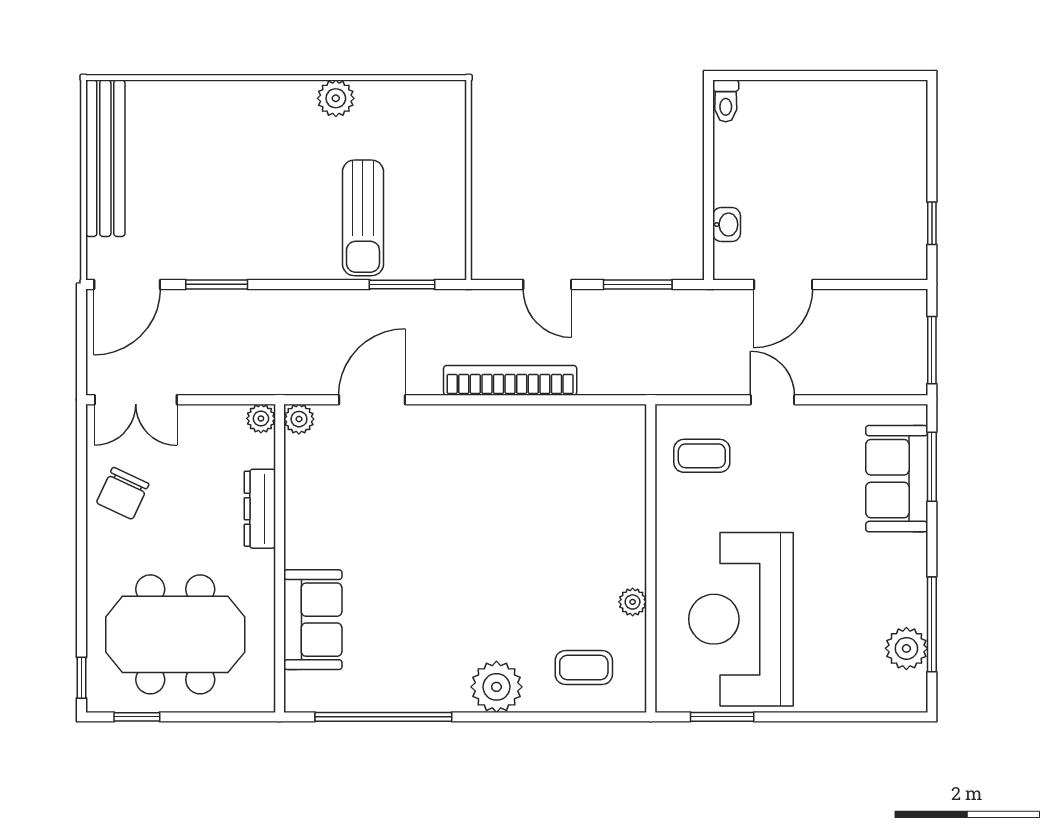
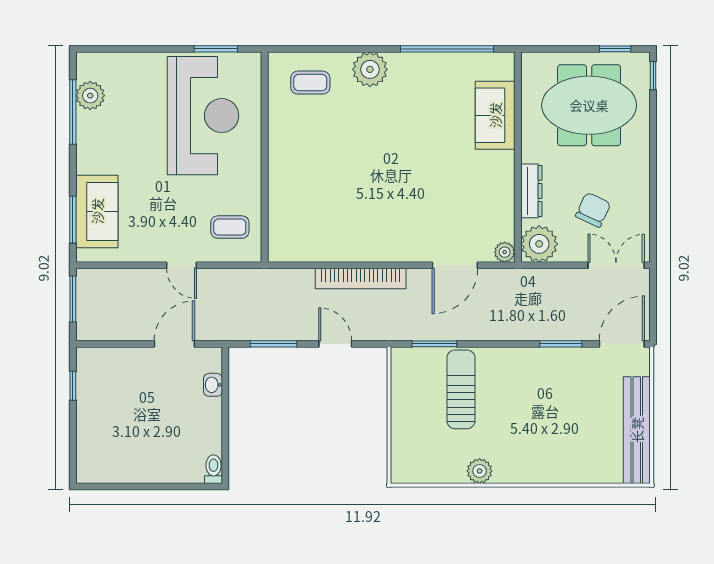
plant: (261, 418) -> (539, 244), width x1.88, depth x1.88
chair: (123, 493) -> (593, 210), moved
plant: (633, 602) -> (277, 127), removed

